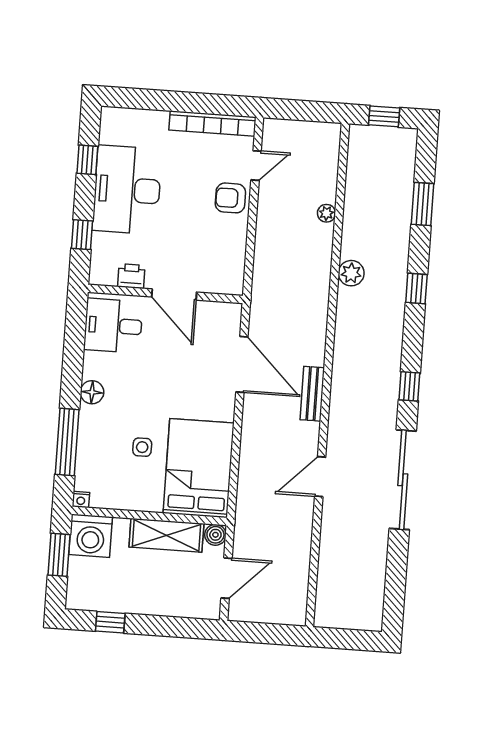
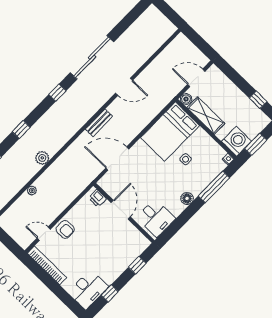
desk: (127, 190) -> (88, 290), moved, width x0.73, depth x0.77
printer: (131, 276) -> (97, 198), moved
door: (242, 364) -> (117, 159), hinge flipped

